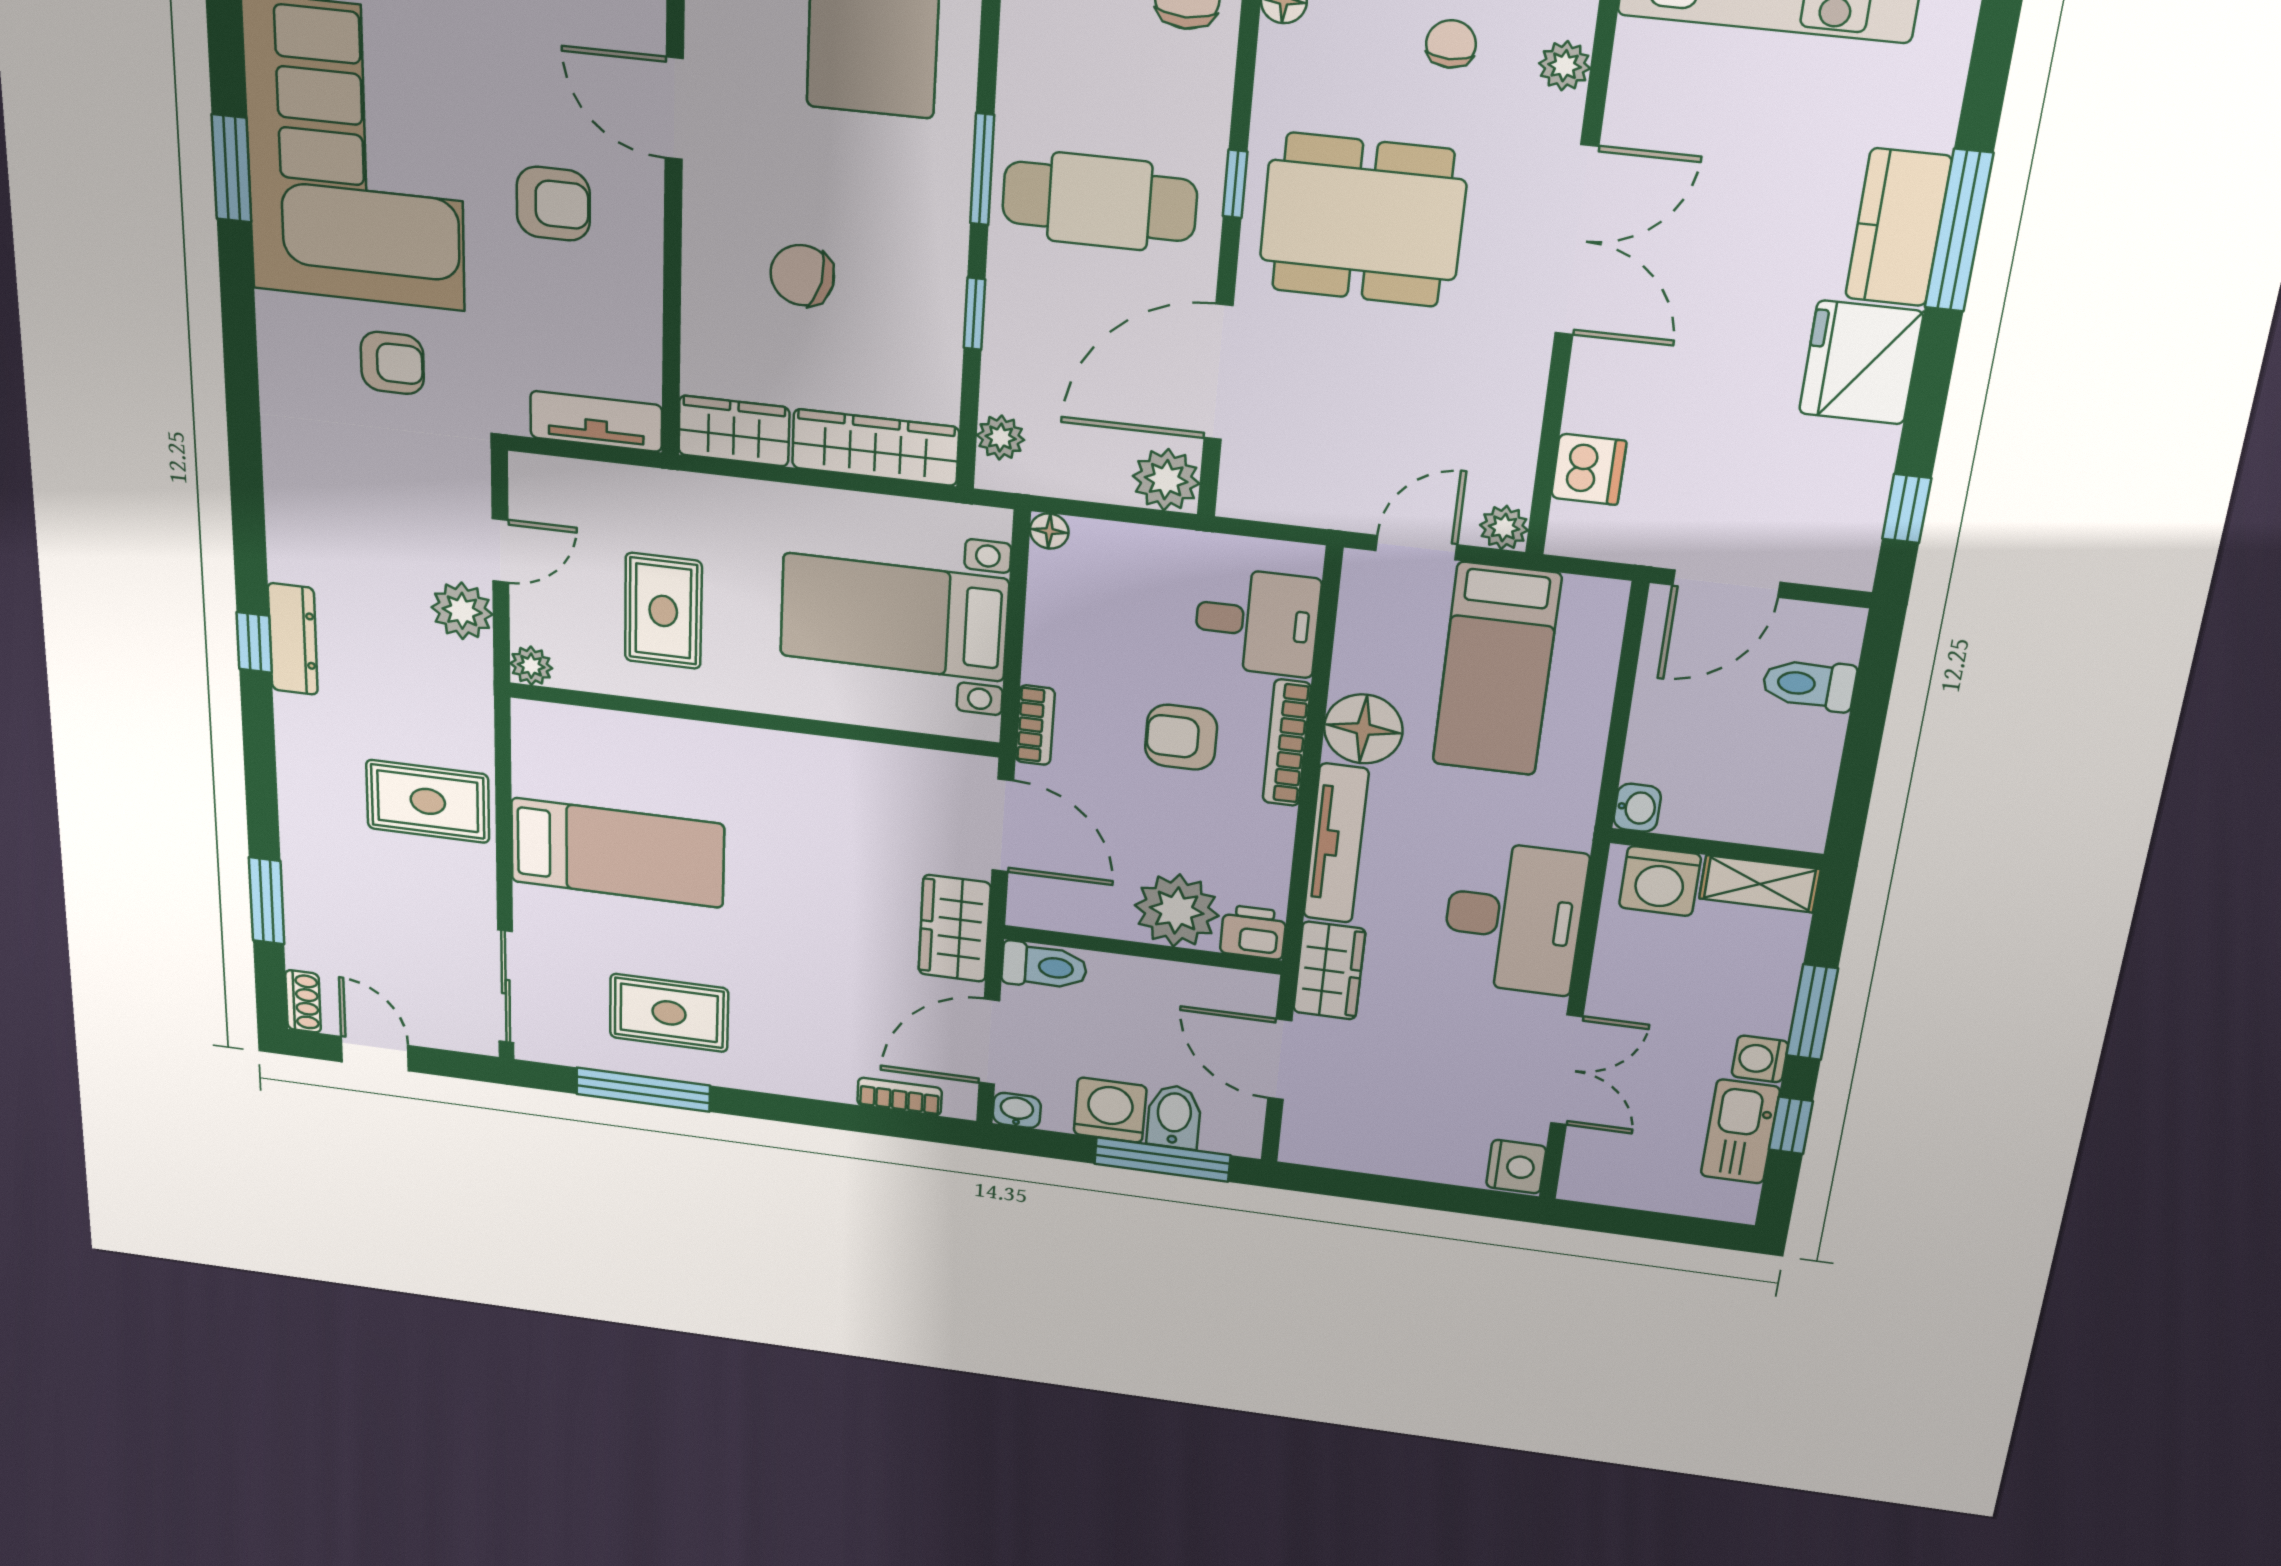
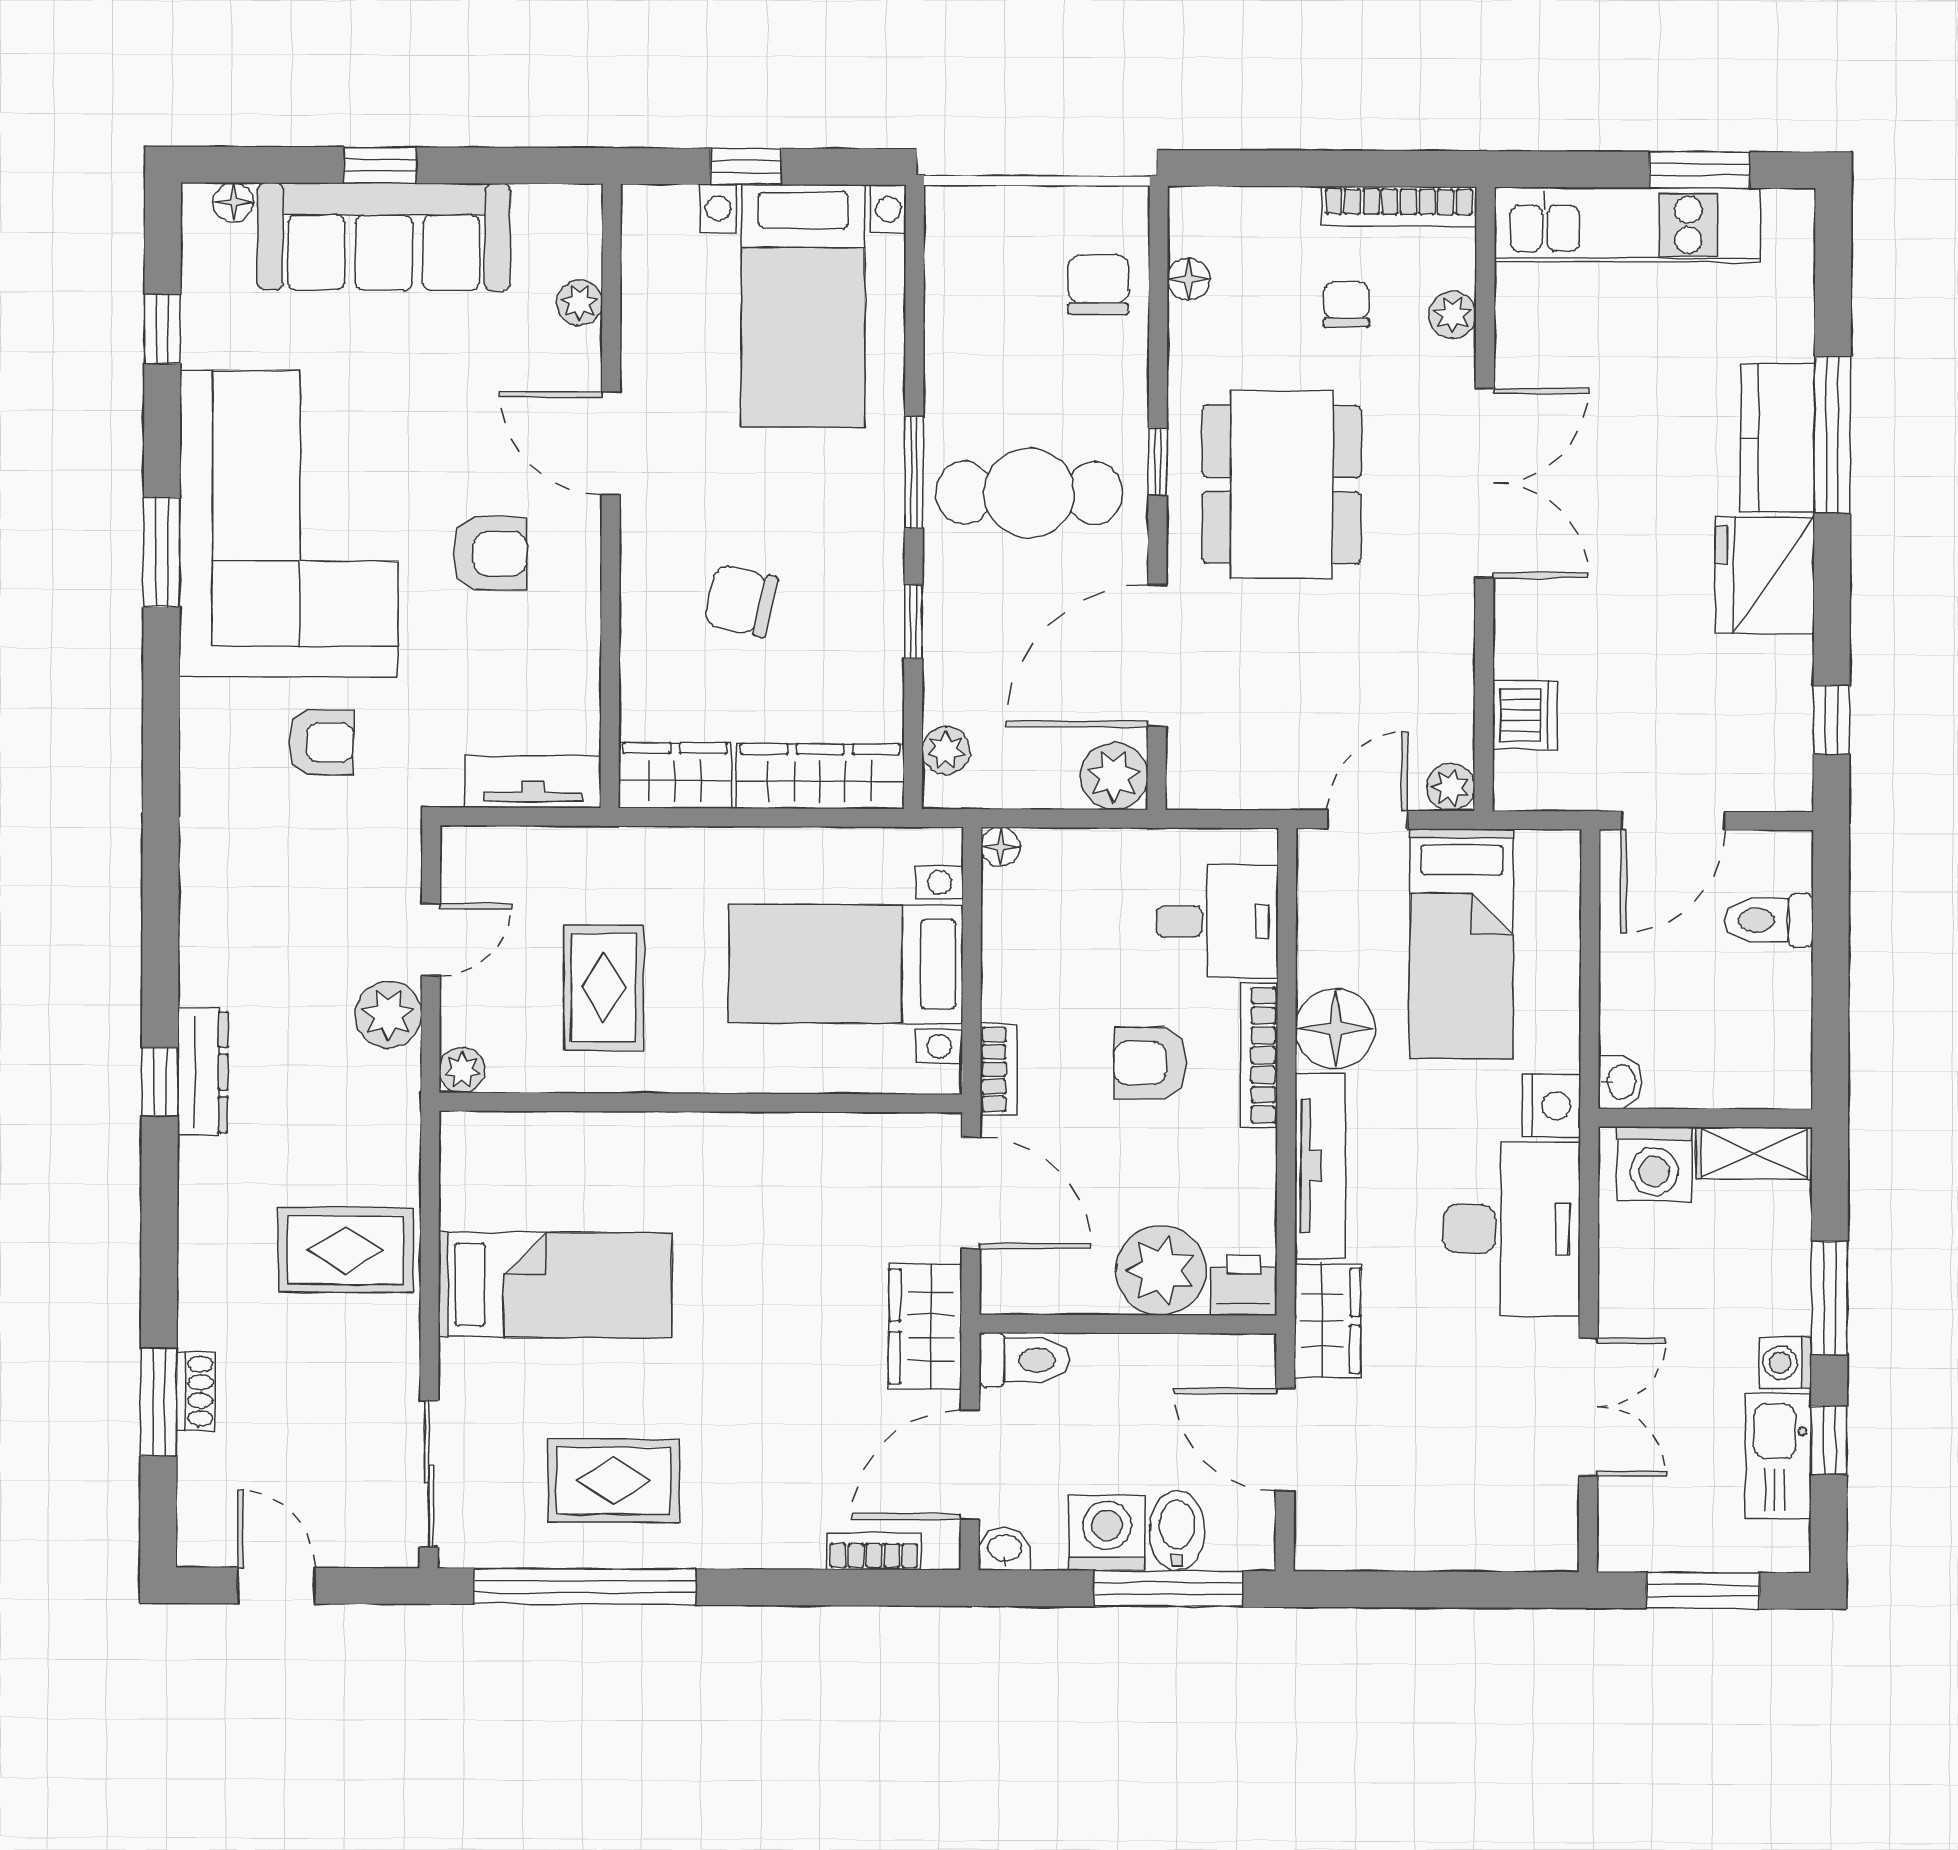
dining table: (1363, 220) -> (1282, 485), turned 90
shoe rack: (303, 1001) -> (196, 1391), moved
window: (643, 1090) -> (585, 1587), width x1.46
nightstand: (1516, 1167) -> (1552, 1106), moved
window: (1652, 1225) -> (1703, 1591), added

